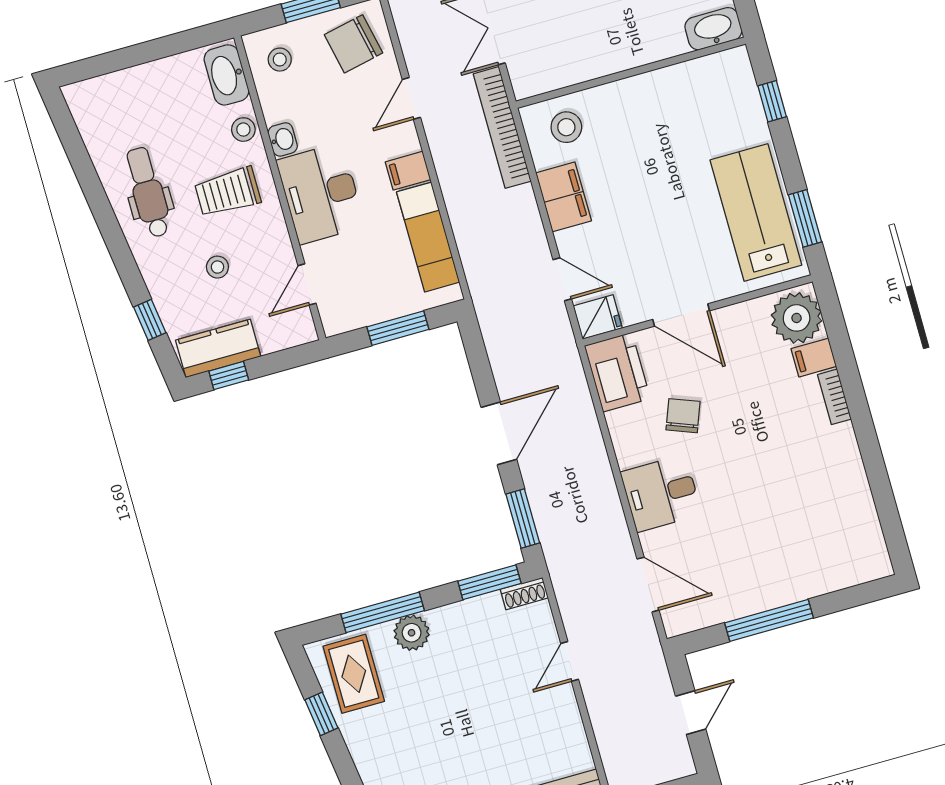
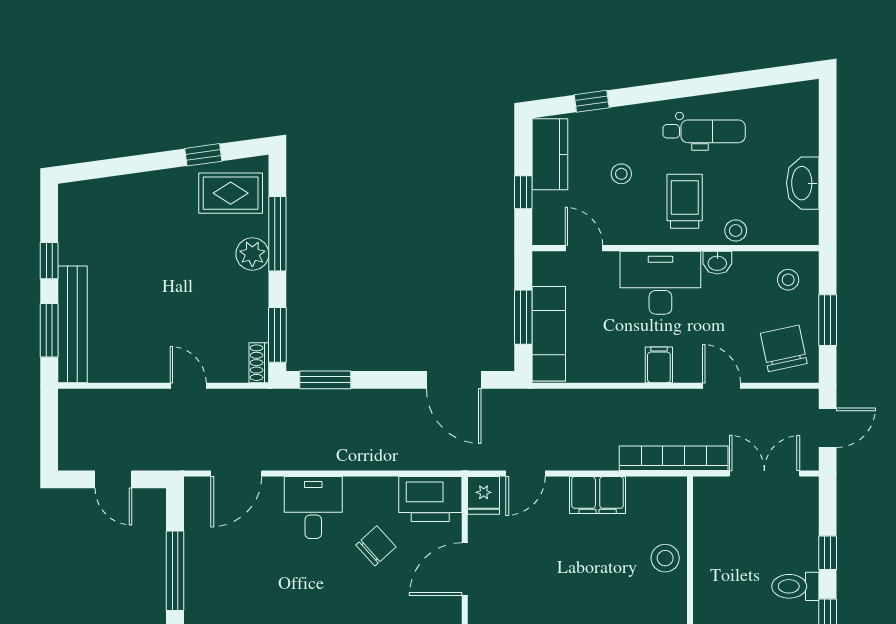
washbasin: (226, 75) -> (803, 183), moved, turned -90
stool: (566, 127) -> (665, 558), moved
exam couch: (428, 237) -> (549, 334), moved, turned 90
window: (229, 376) -> (523, 192), moved
chair: (683, 416) -> (376, 546), turned -63
door: (499, 433) -> (454, 380), moved

